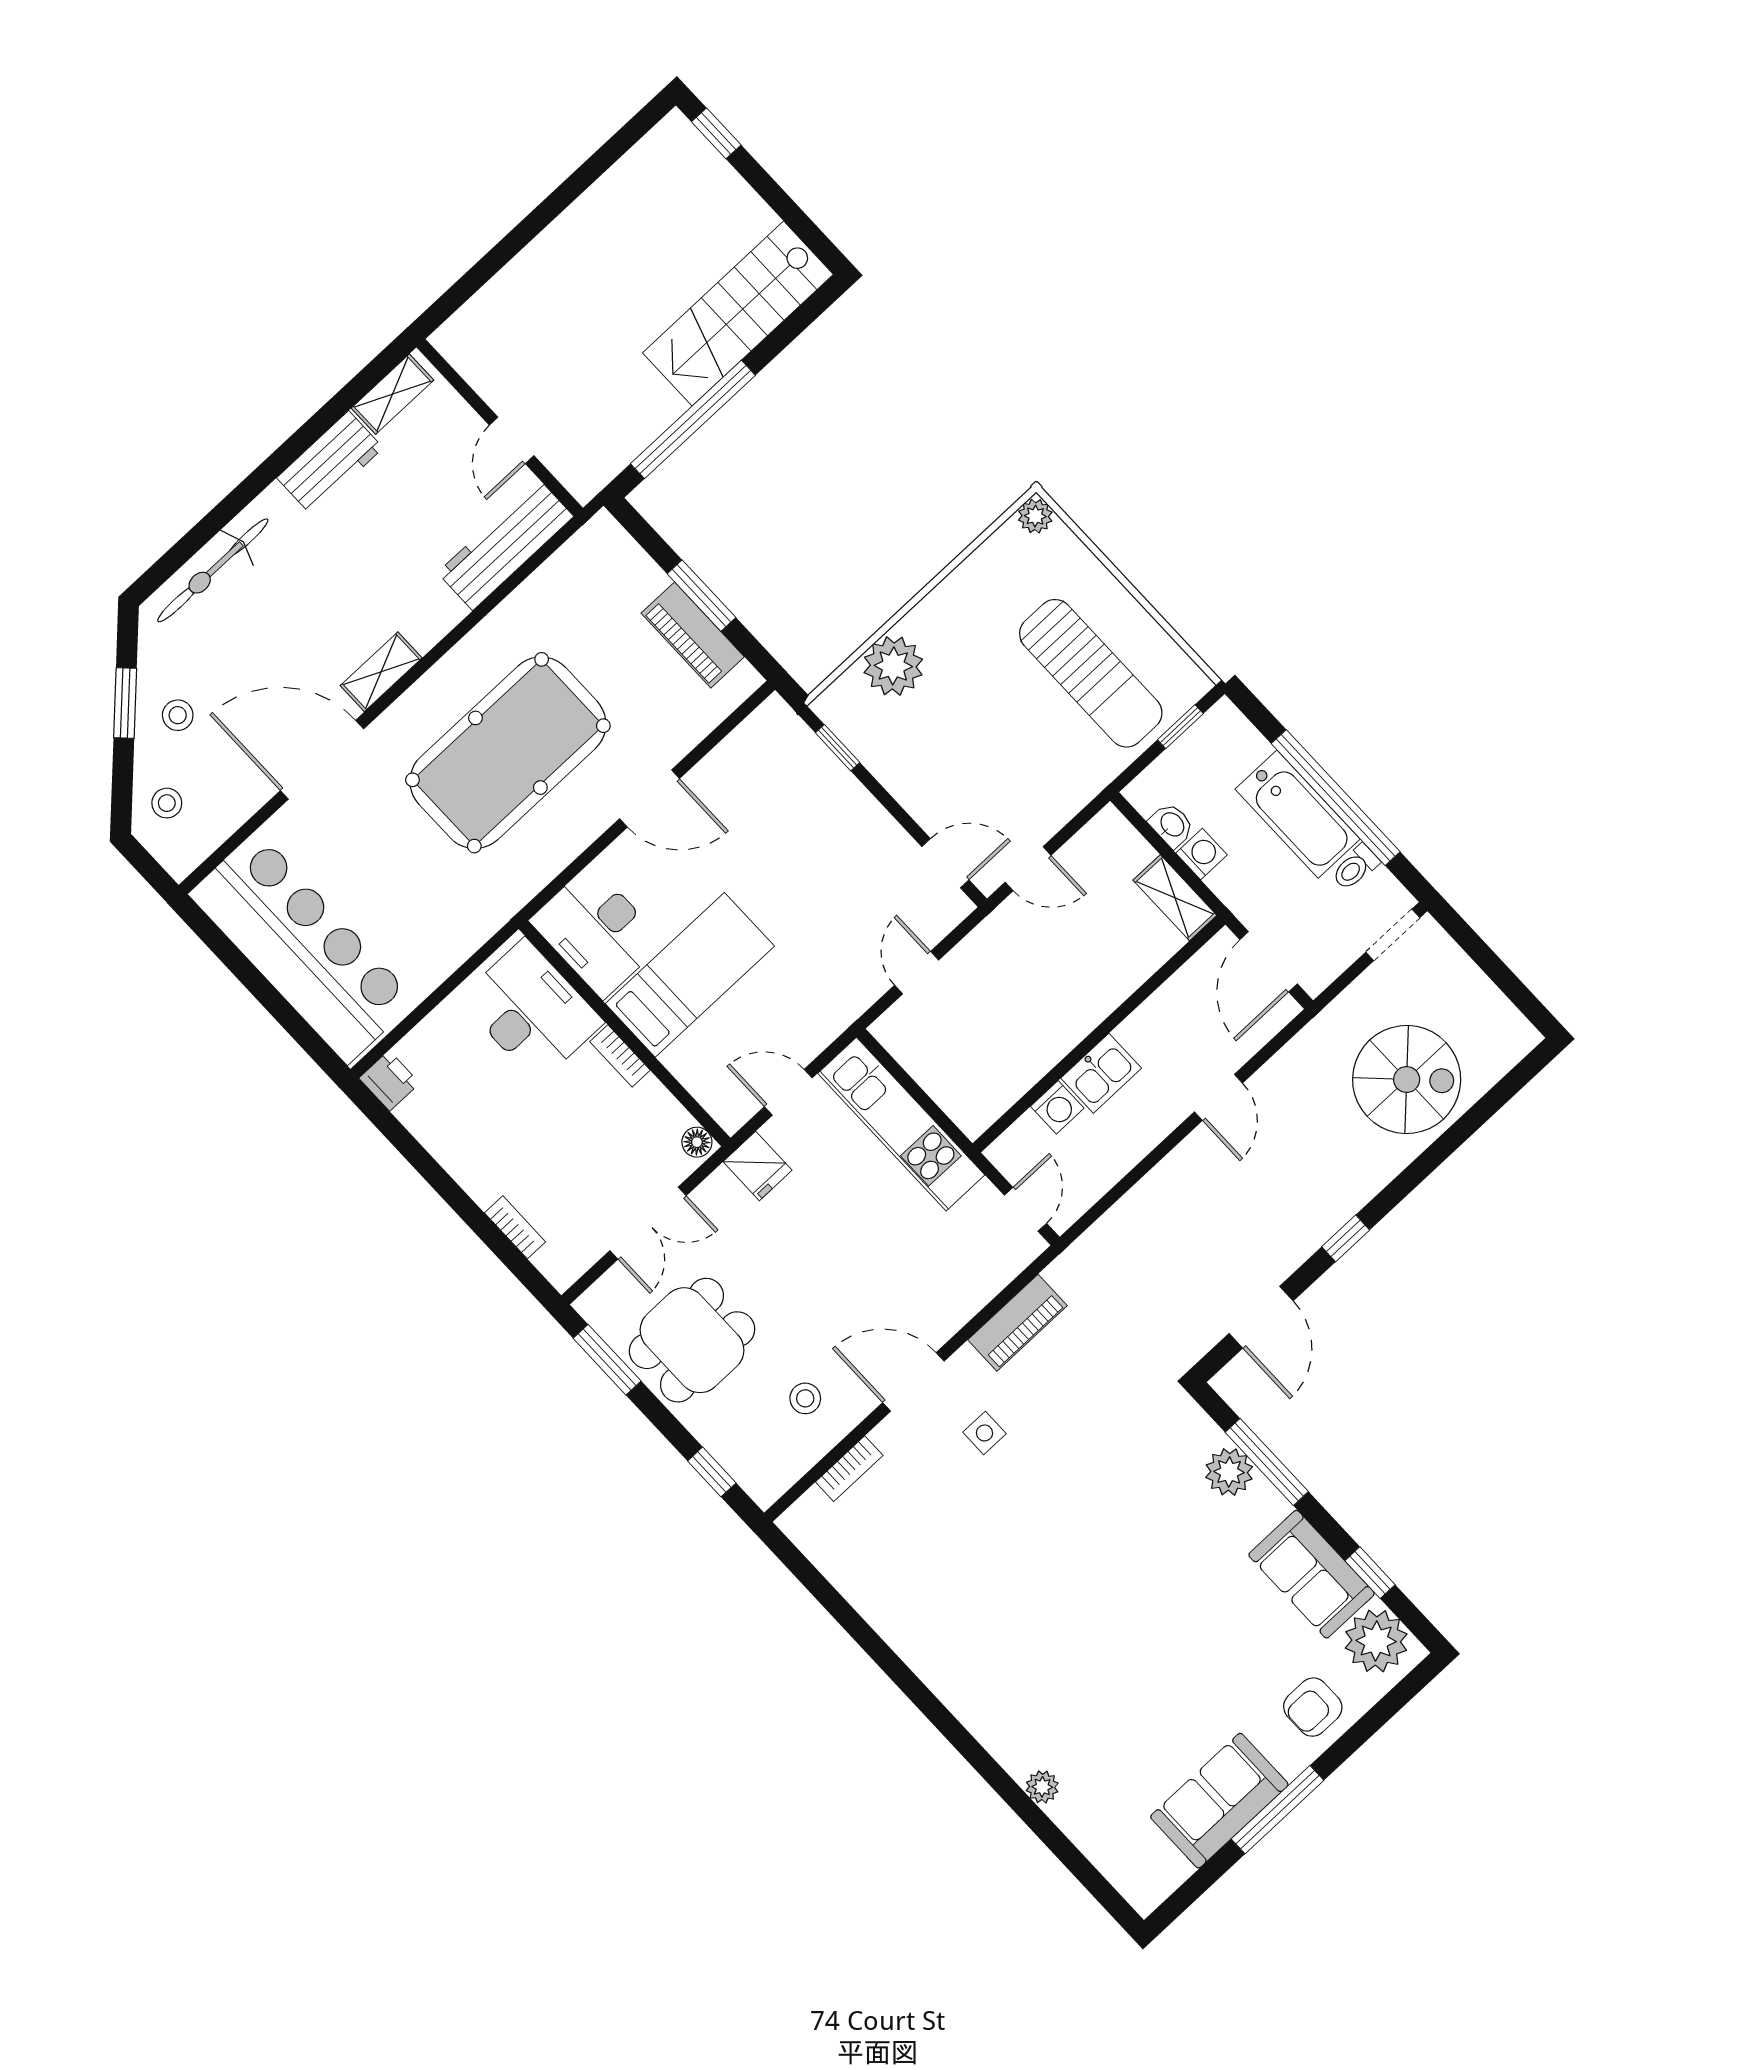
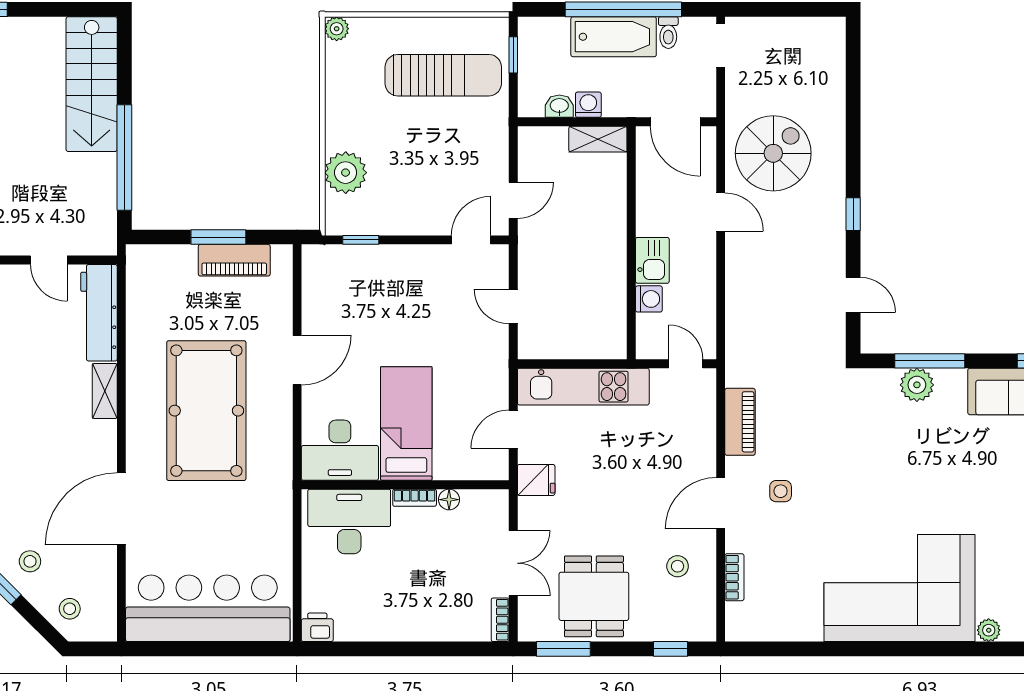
shelving: (381, 672) -> (105, 391), moved
spiral stairs: (1407, 1079) -> (773, 153), moved
floor lamp: (697, 1142) -> (449, 500), moved
bookcase: (515, 1227) -> (500, 620), moved, turned -90
door: (1261, 1317) -> (853, 295), width x0.73
corner sofa: (999, 1652) -> (900, 588), added

